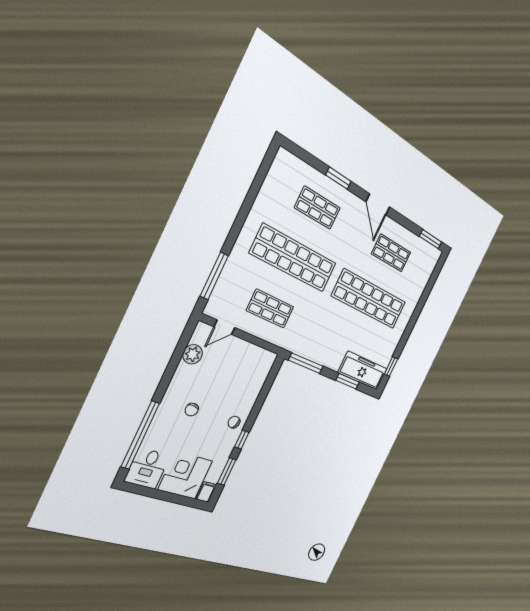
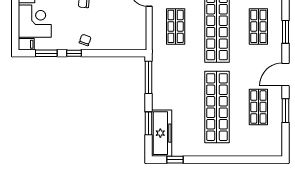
window: (431, 239) -> (286, 111), moved

